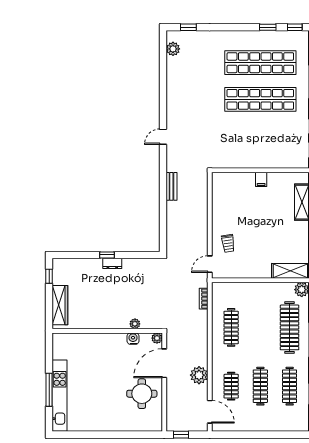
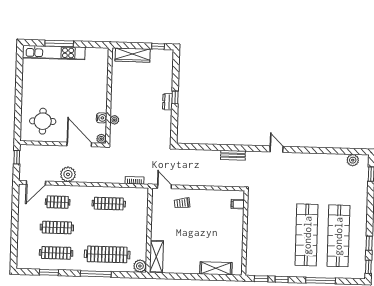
filing cabinet: (261, 179) -> (238, 204), moved
round table: (142, 394) -> (43, 121), moved

